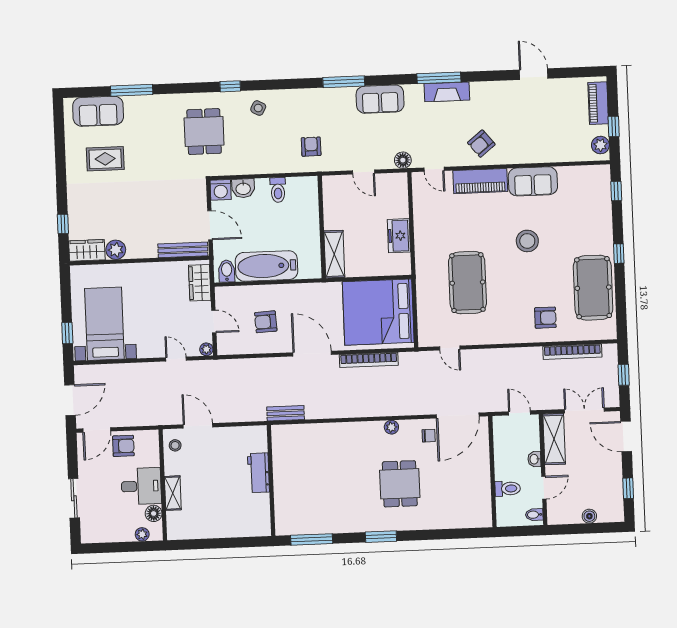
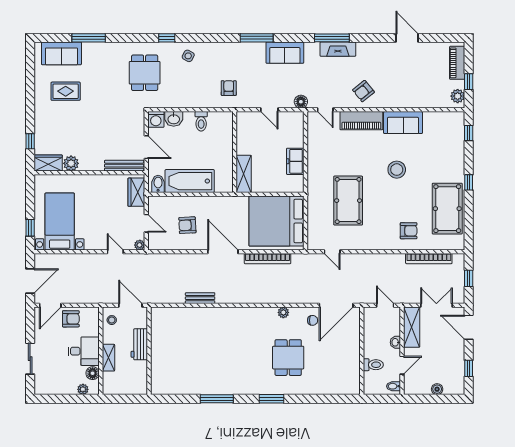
workbench: (258, 473) -> (139, 344), moved
wall: (271, 480) -> (149, 351), moved

